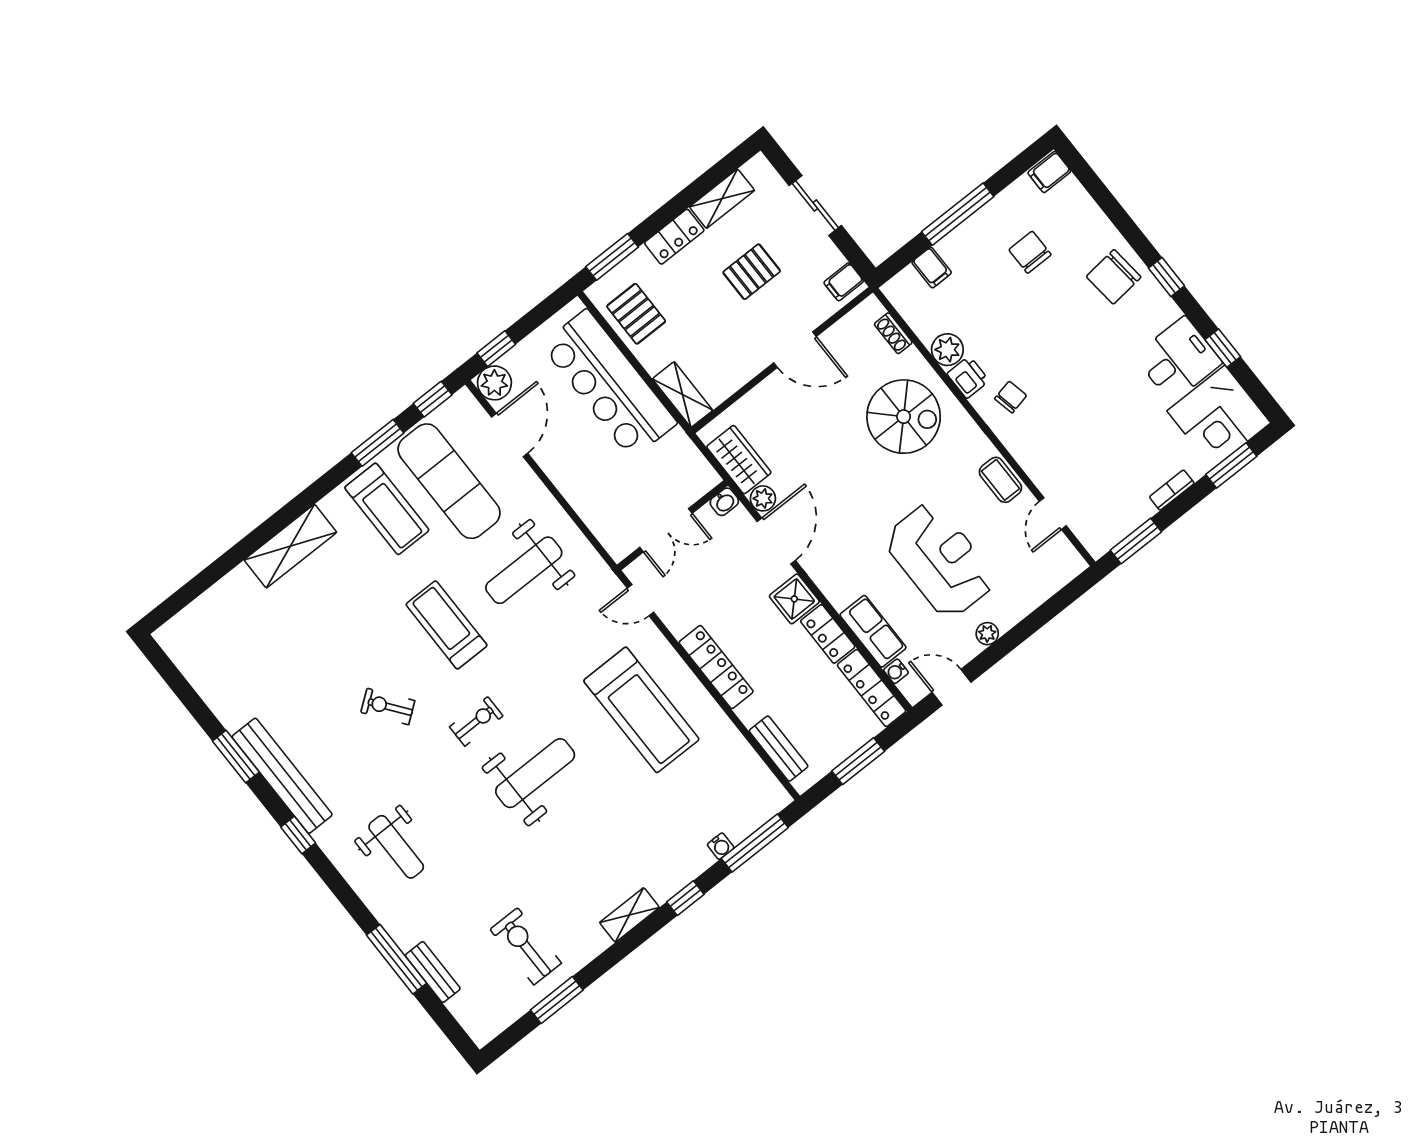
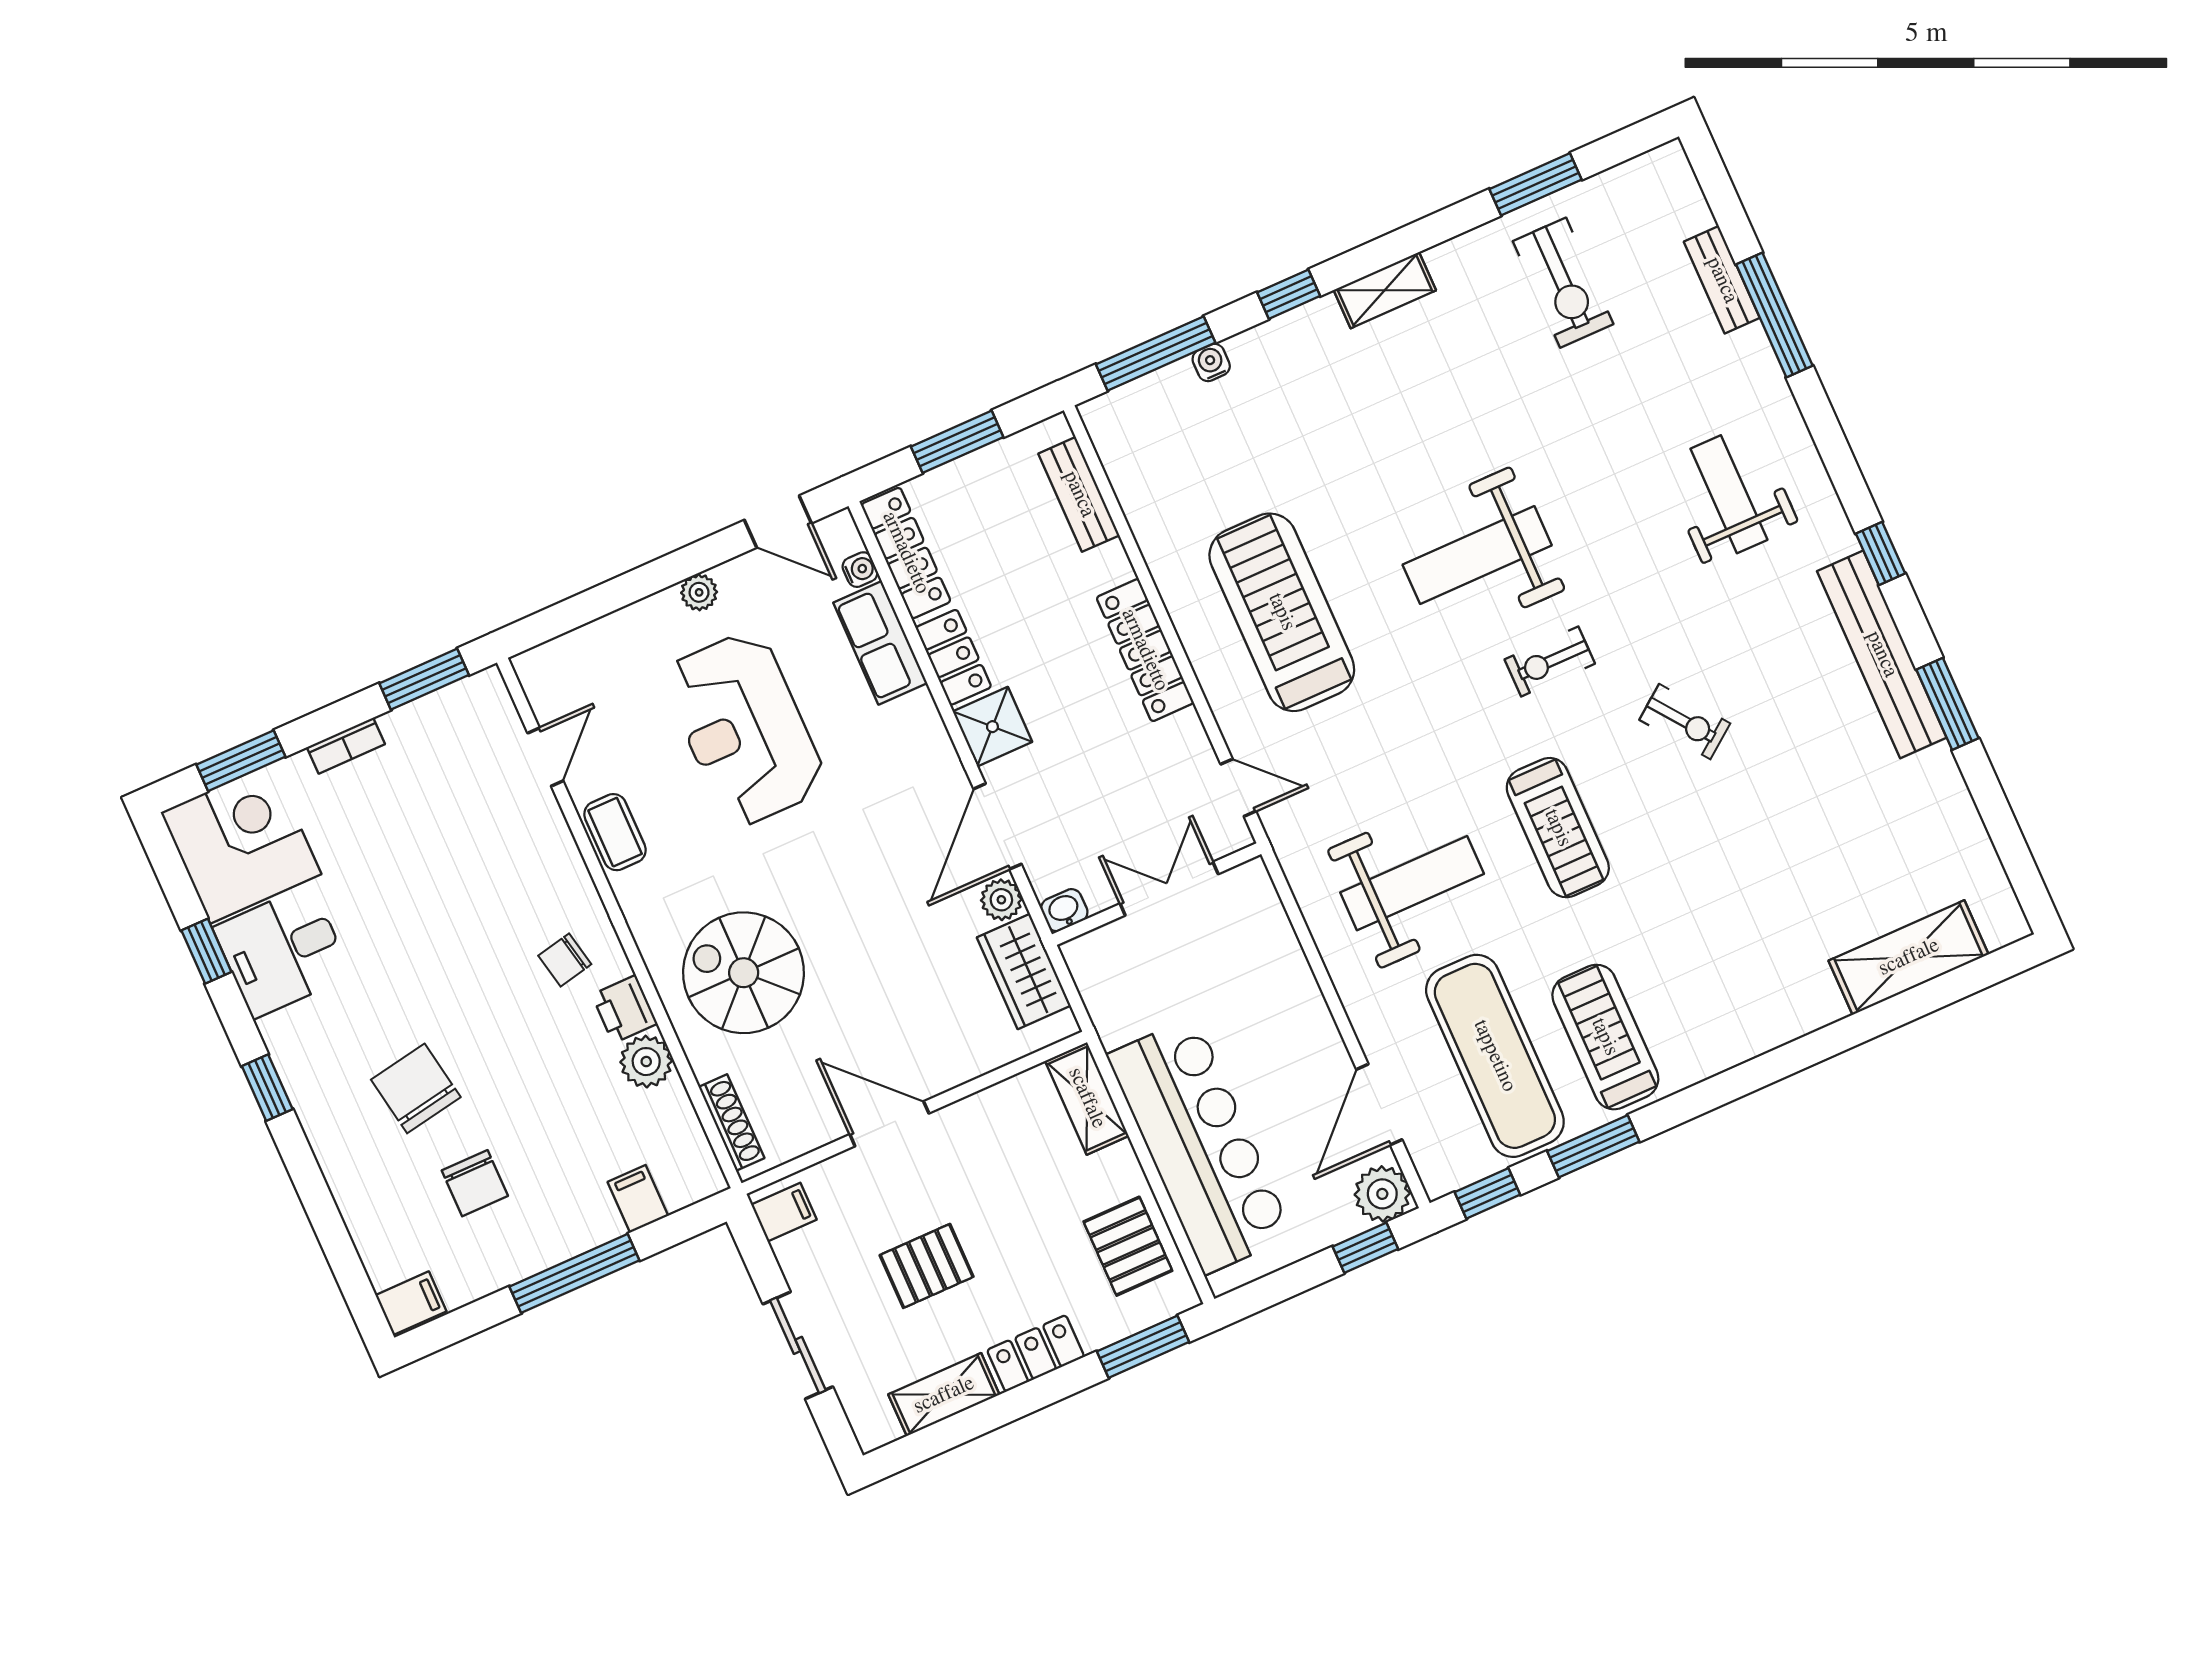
chair: (1114, 277) -> (416, 1088), moved, turned -94
shoe rack: (893, 333) -> (732, 1122), width x1.43
shelving: (290, 546) -> (1909, 957), moved

